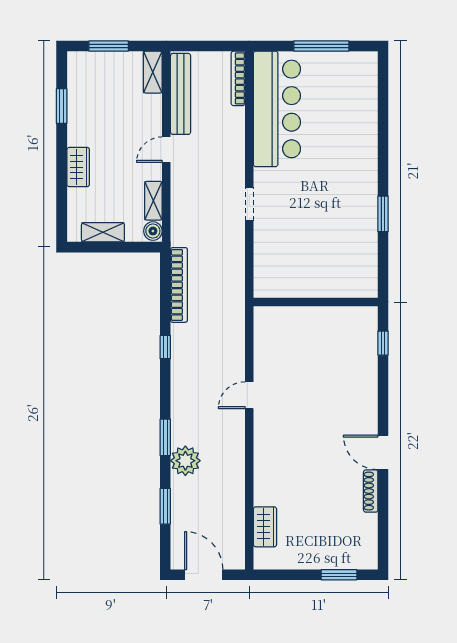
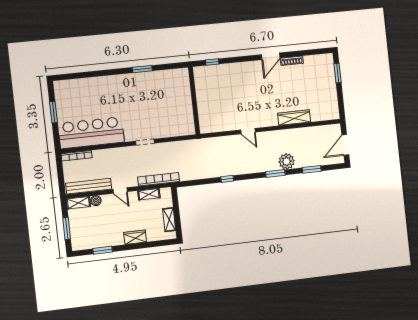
window: (321, 46) -> (54, 112), width x0.69
boiler: (153, 231) -> (96, 201), moved
bookcase: (179, 285) -> (159, 179), moved
wardrobe: (265, 527) -> (294, 118), moved, width x1.50

